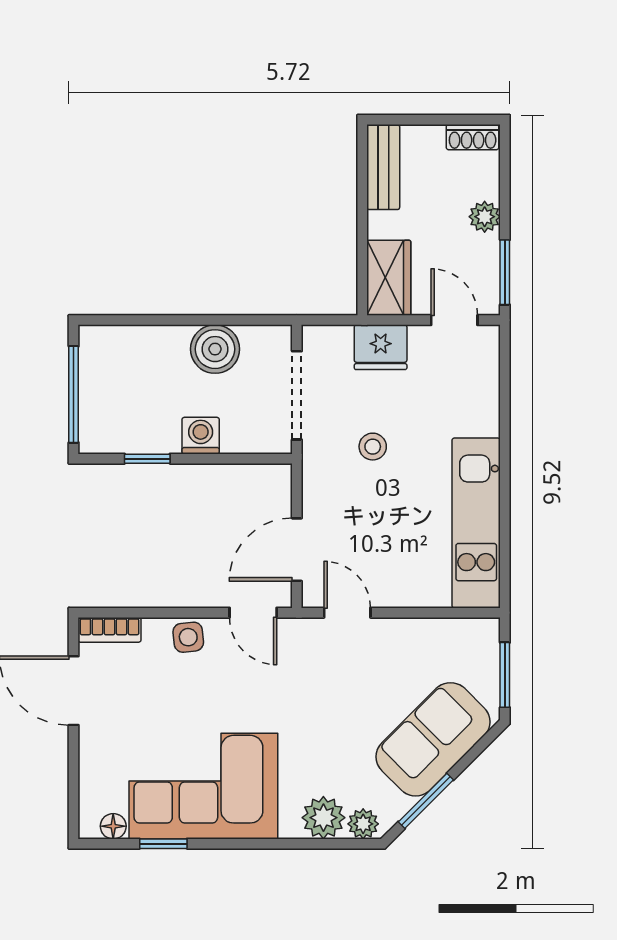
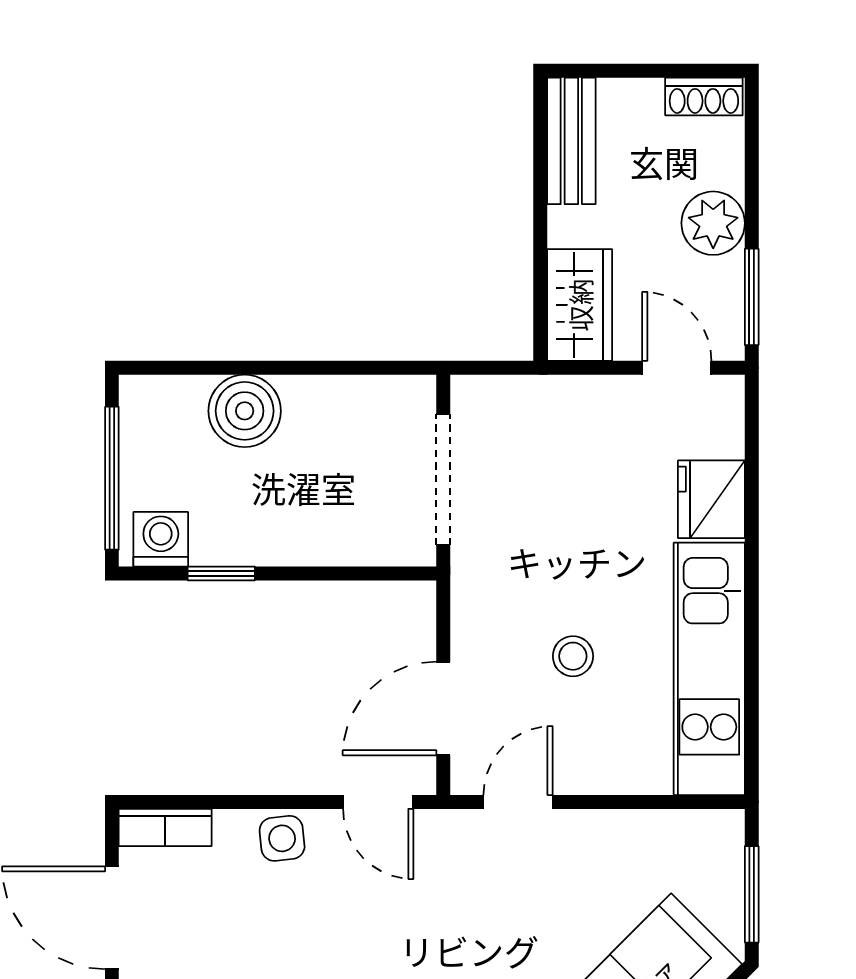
plant: (485, 217) -> (713, 223), width x1.38, depth x1.38
fridge: (381, 347) -> (711, 499), moved, turned 90
boiler: (215, 349) -> (245, 411), moved
washing machine: (201, 436) -> (161, 539), moved
stool: (373, 447) -> (573, 656), moved
door: (347, 613) -> (518, 802), hinge flipped

